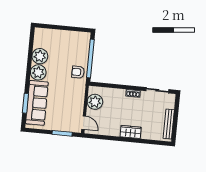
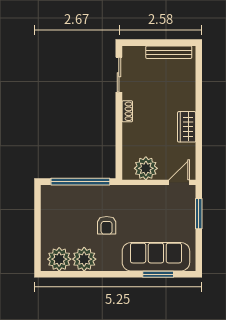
plant: (38, 72) -> (59, 259), moved
armchair: (78, 72) -> (107, 225), moved
wardrobe: (131, 132) -> (187, 127), moved

